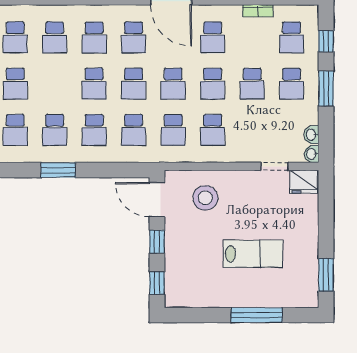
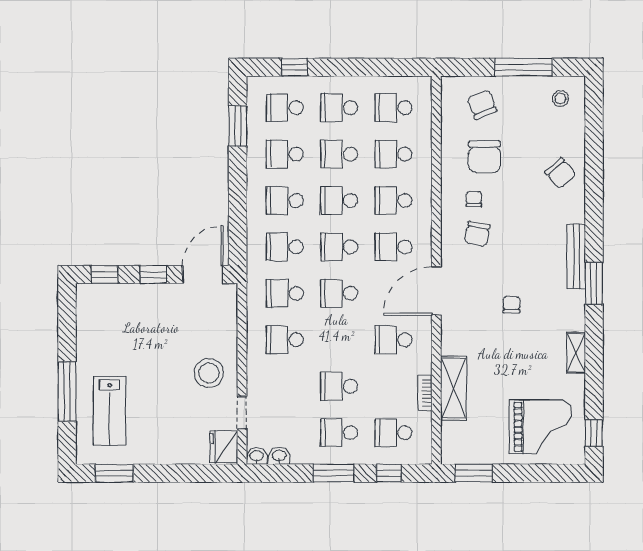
school desk: (213, 84) -> (339, 154), moved
window: (58, 170) -> (238, 126), moved
stool: (205, 198) -> (209, 373), moved
lab bench: (253, 254) -> (110, 411), moved

